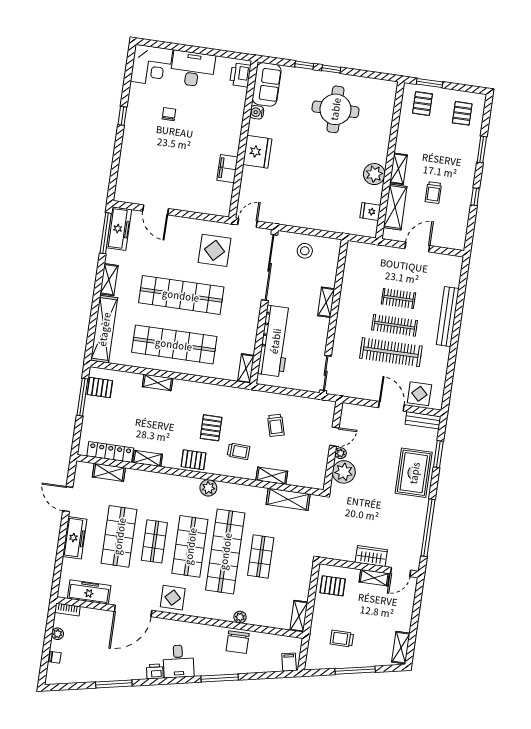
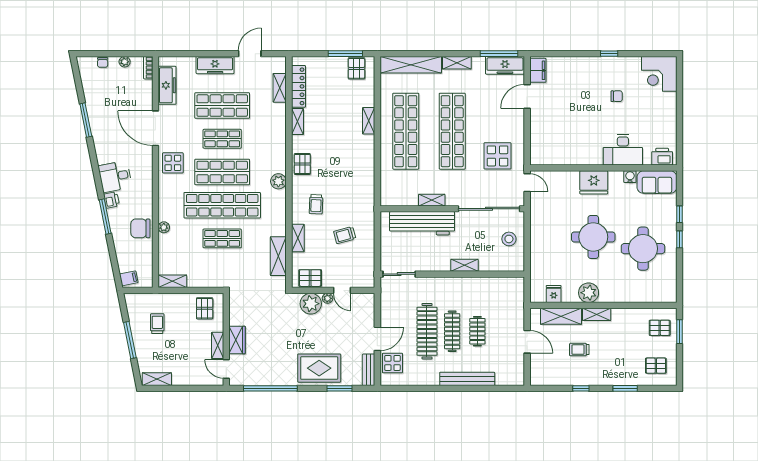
desk: (193, 69) -> (623, 150), moved, turned 90
round table: (315, 161) -> (593, 237), added
filing cabinet: (227, 169) -> (538, 70), moved, turned 90
shelving: (246, 368) -> (432, 200), moved
pallet: (211, 428) -> (310, 278), moved
printer: (155, 671) -> (111, 200), moved

